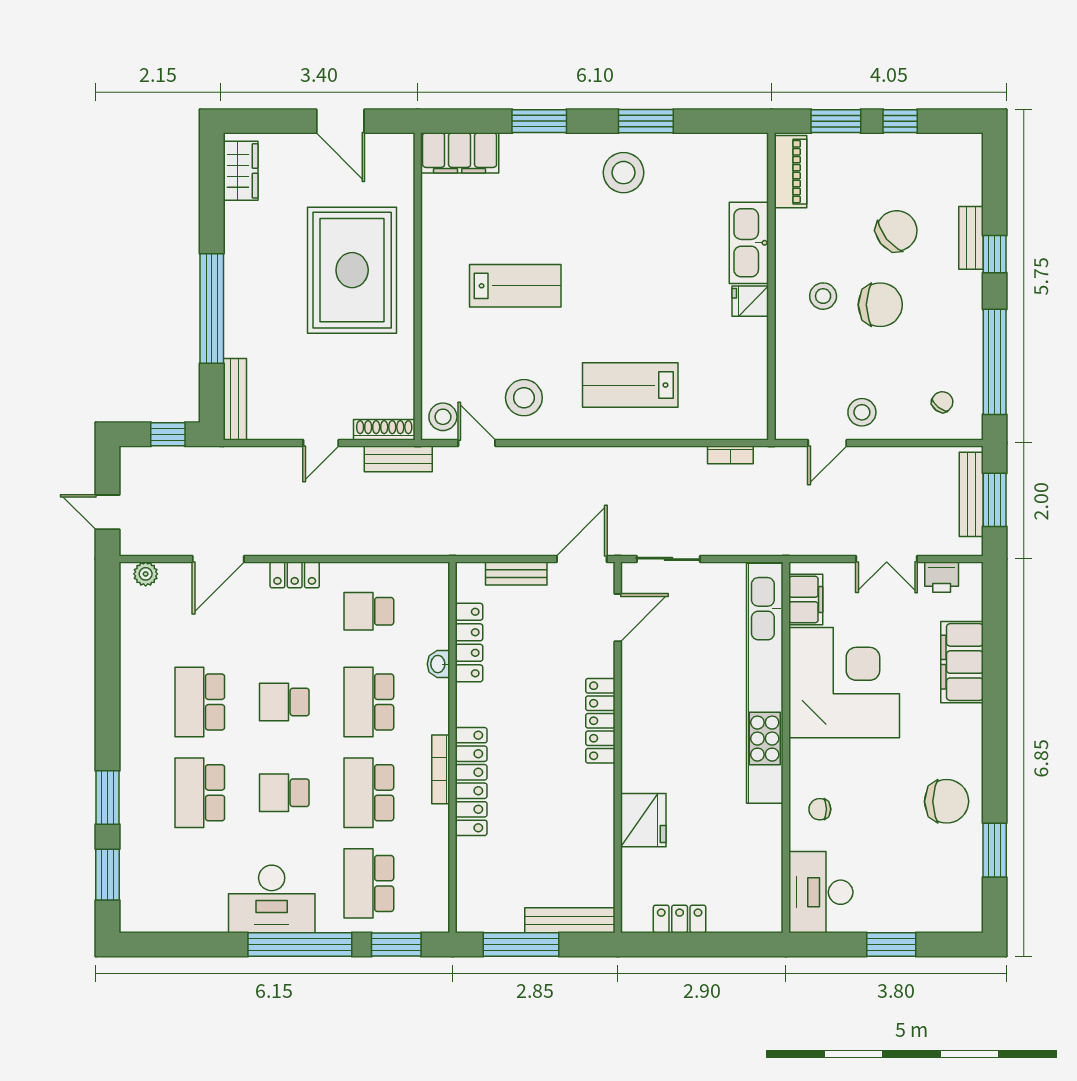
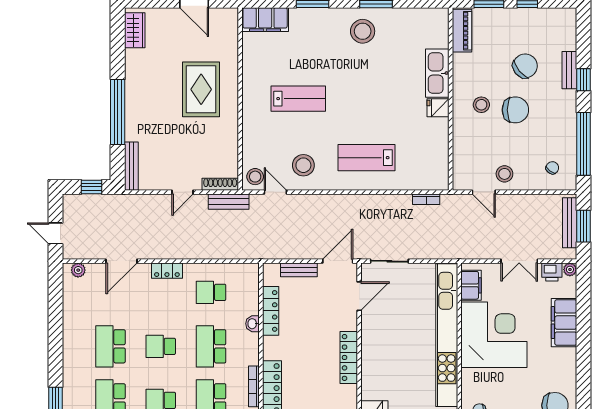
rug: (352, 270) -> (201, 89), width x0.73, depth x0.69
door: (827, 443) -> (484, 192), hinge flipped
plant: (972, 573) -> (570, 269), added

